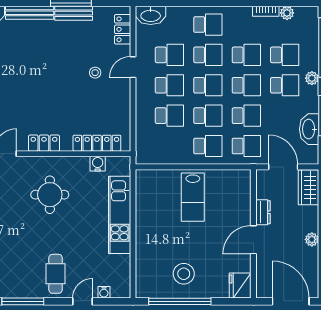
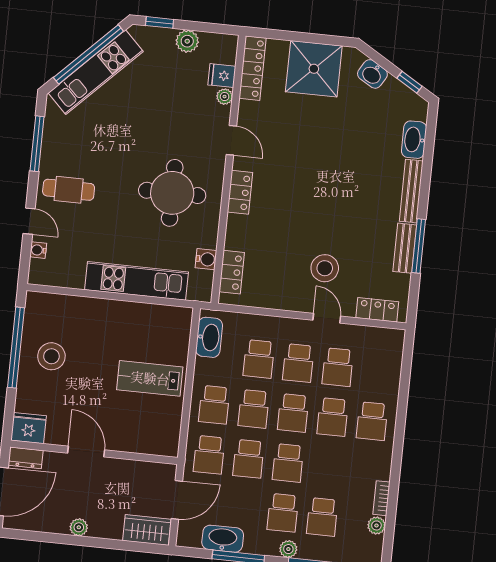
washbasin: (151, 15) -> (209, 337), moved, turned 180
school desk: (246, 55) -> (327, 467), removed
stool: (95, 73) -> (325, 268), width x1.89, depth x1.89
locker: (97, 143) -> (232, 272), width x0.66
round table: (50, 195) -> (172, 193), width x1.36, depth x1.36
dresser: (263, 212) -> (26, 458), moved

